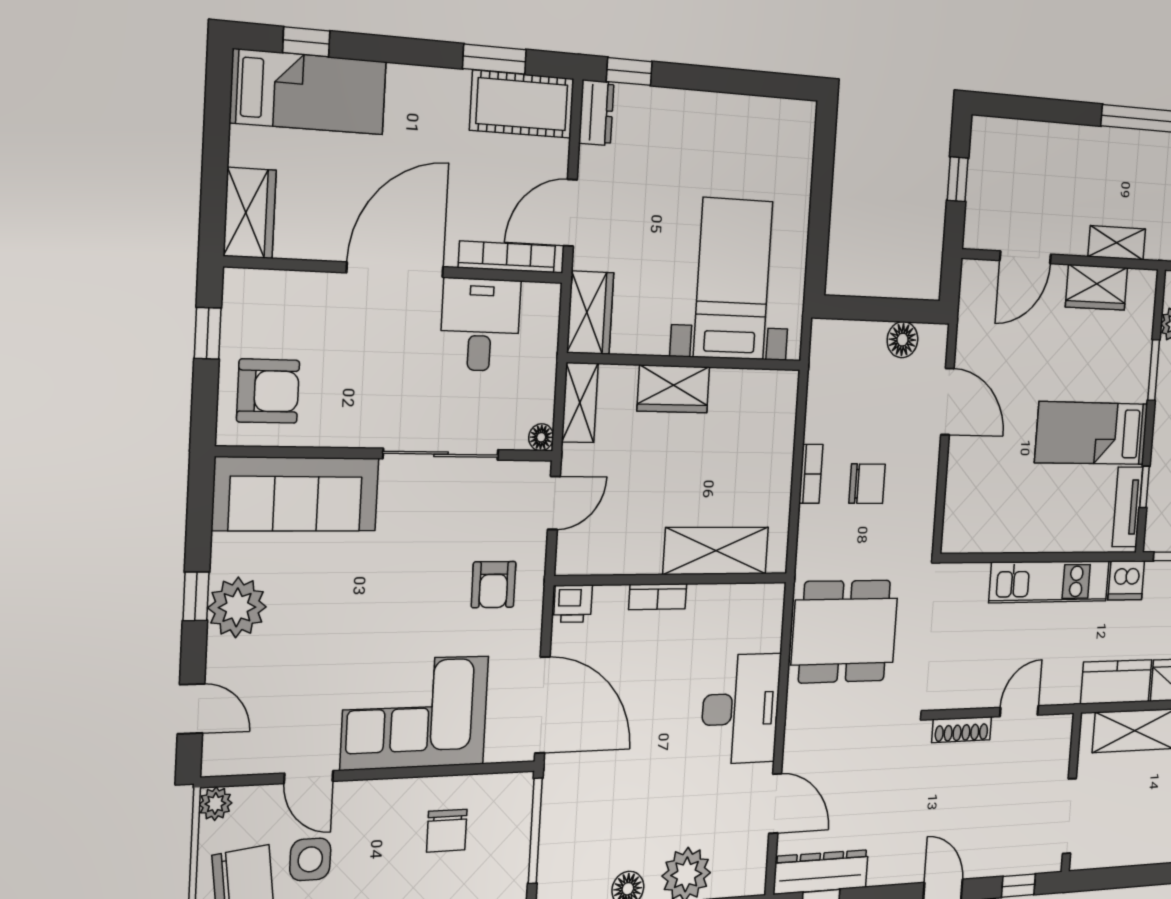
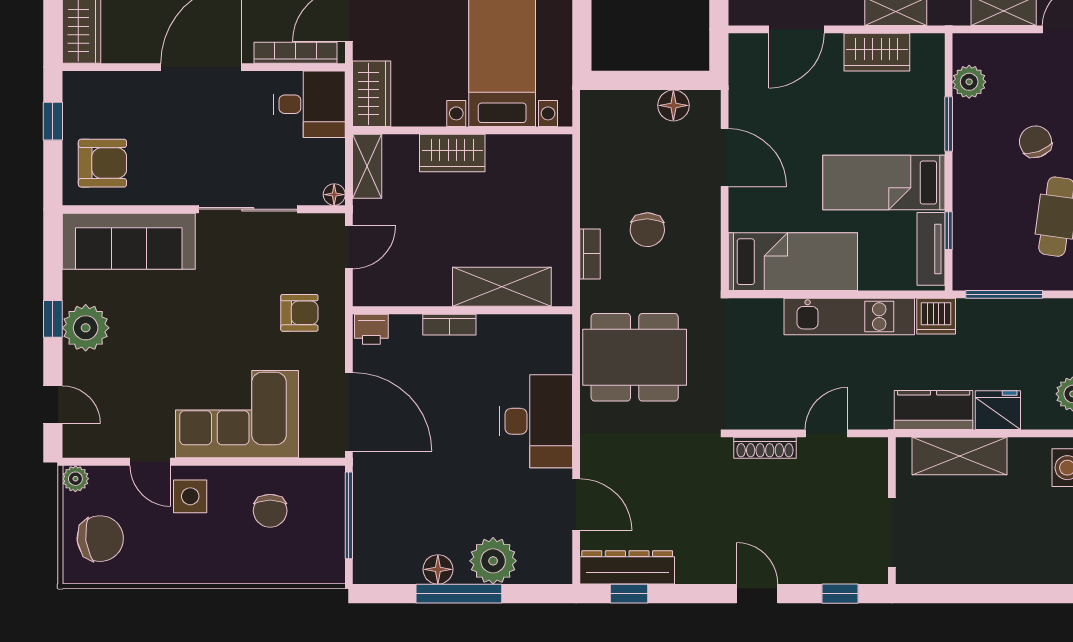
desk: (480, 325) -> (309, 104), moved, turned 90
bookcase: (811, 474) -> (590, 254), moved
chair: (867, 484) -> (647, 230), turned 91
bed: (1003, 521) -> (793, 262), added
armchair: (494, 585) -> (299, 313), turned -90
side table: (310, 859) -> (190, 496), moved

